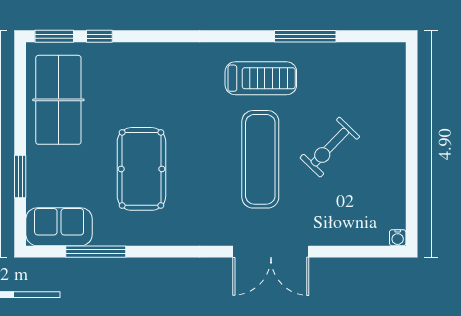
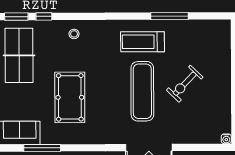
stool: (149, 65) -> (74, 34), added
treadmill: (261, 78) -> (142, 42), turned 180

